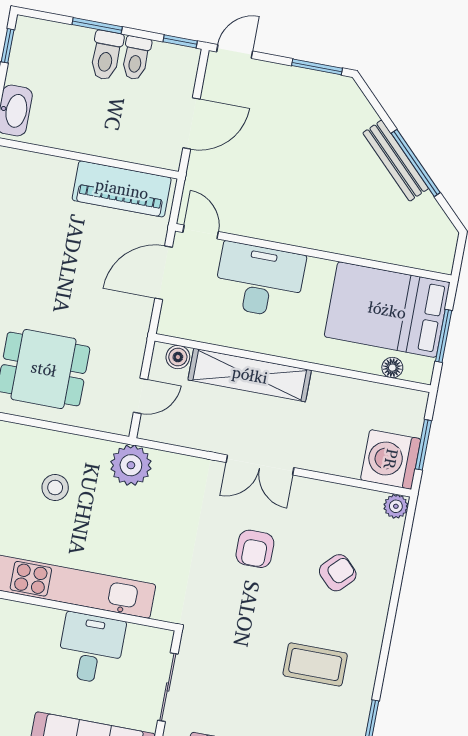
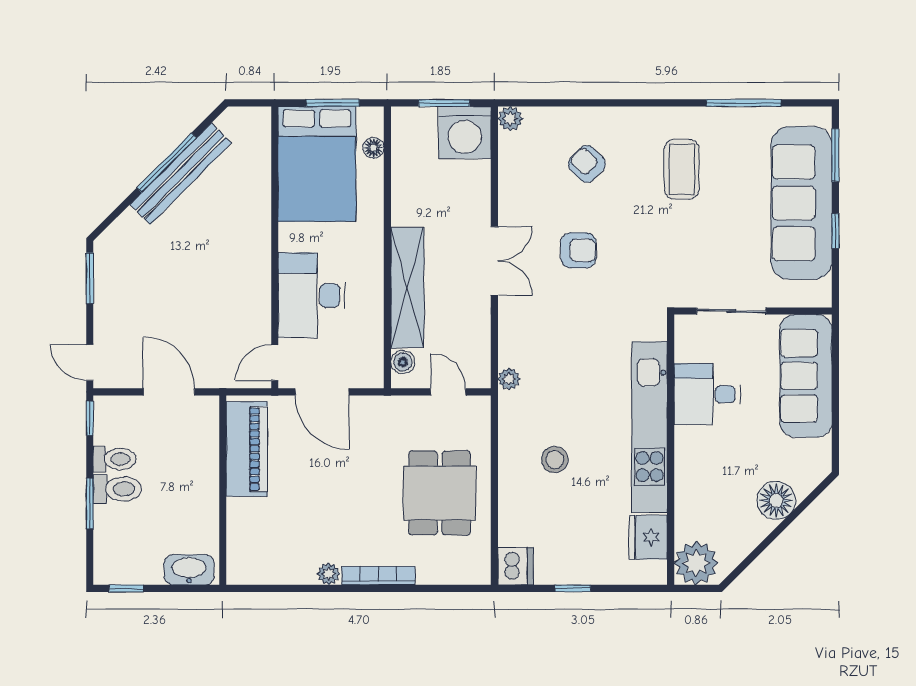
bench: (396, 161) -> (181, 174), width x1.37, depth x1.21
plant: (131, 465) -> (509, 379), width x0.53, depth x0.53

